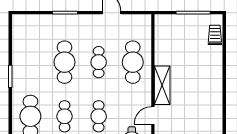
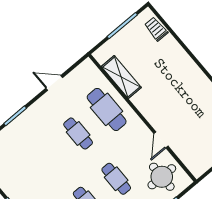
cafe table: (65, 62) -> (50, 158), removed
shelving: (162, 85) -> (121, 77), moved

